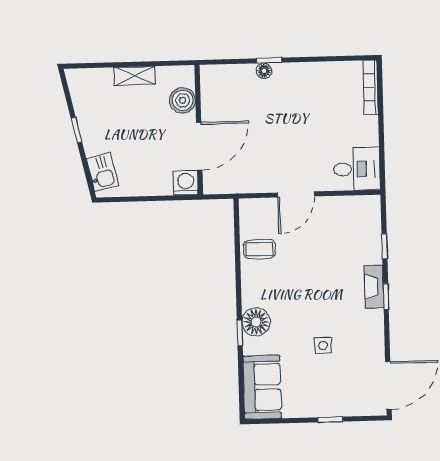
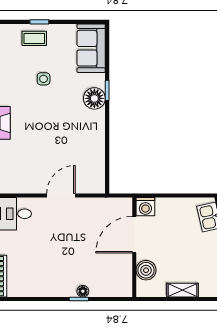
coffee table: (259, 249) -> (34, 38), moved

